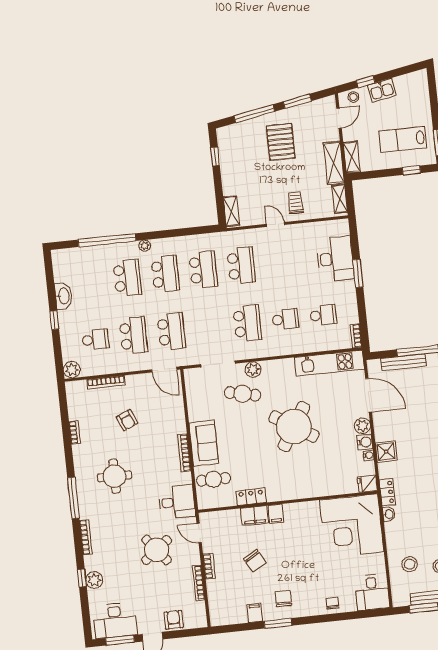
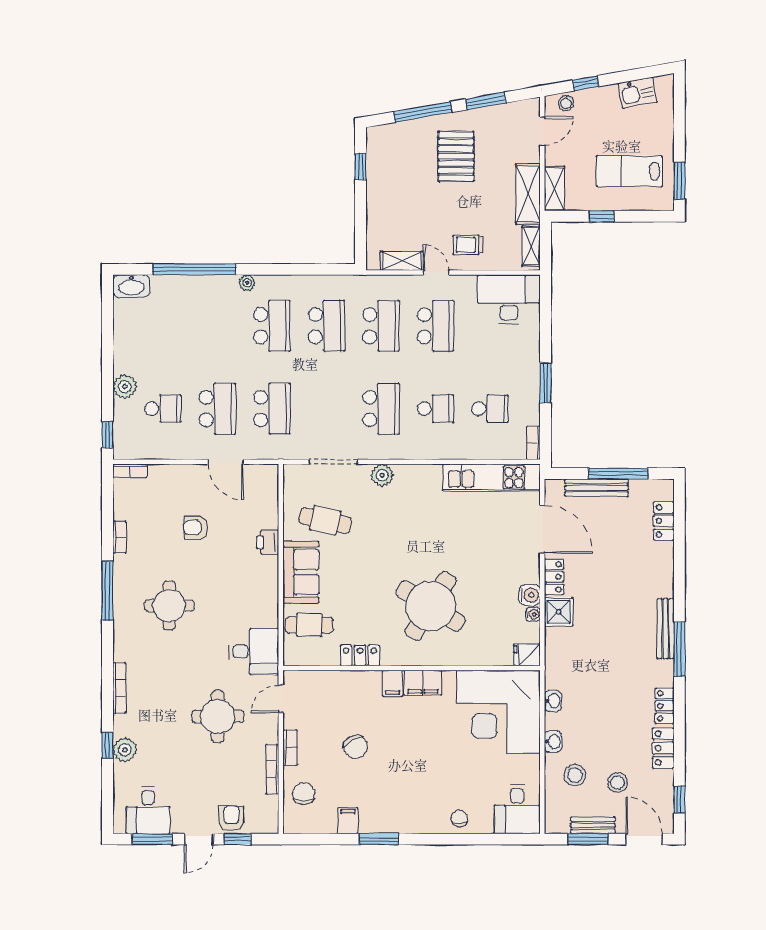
kitchen sink: (382, 90) -> (638, 93), moved
window: (411, 170) -> (602, 216), moved
trolley: (296, 203) -> (468, 245), turned -90
shelving: (231, 211) -> (402, 261), moved, turned 90
desk: (335, 259) -> (509, 299), moved, turned -90
window: (358, 273) -> (545, 383), moved
school desk: (127, 278) -> (436, 326), moved
washbasin: (63, 296) -> (131, 286), moved, turned 90
window: (54, 320) -> (107, 435), moved
plant: (72, 370) -> (125, 387), moved
door: (164, 370) -> (226, 462), moved
bookcase: (106, 382) -> (130, 471), moved, width x0.64
cafe table: (243, 394) -> (325, 520), moved
armchair: (127, 420) -> (196, 528), turned 113
printer: (178, 425) -> (268, 542), added
plant: (362, 426) -> (529, 572), removed
round table: (294, 427) -> (431, 606), moved
bookcase: (184, 453) -> (272, 583), removed
locker: (387, 492) -> (554, 577), moved
window: (73, 498) -> (107, 590), moved
filing cabinet: (254, 516) -> (423, 683), moved
door: (199, 533) -> (281, 699), hinge flipped
washbasin: (392, 542) -> (553, 742), added
round table: (157, 550) -> (218, 717), turned 38
chair: (283, 599) -> (304, 794), moved
desk: (115, 621) -> (148, 810), width x0.73
window: (179, 634) -> (237, 839), added

